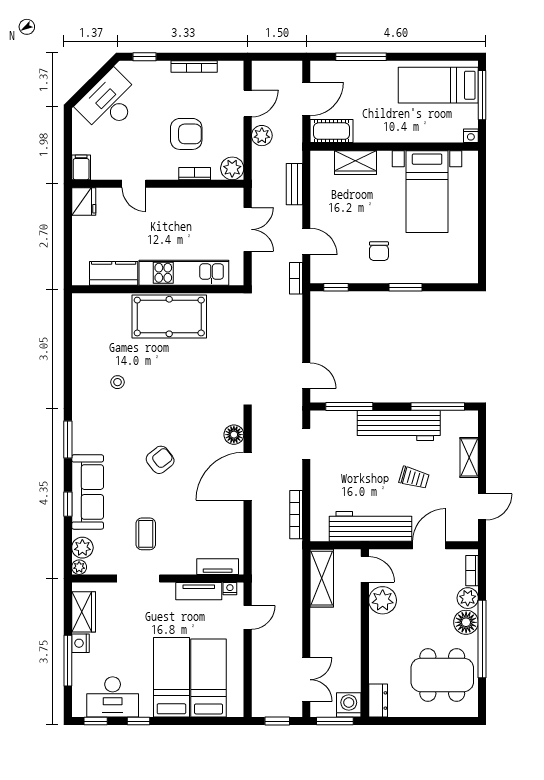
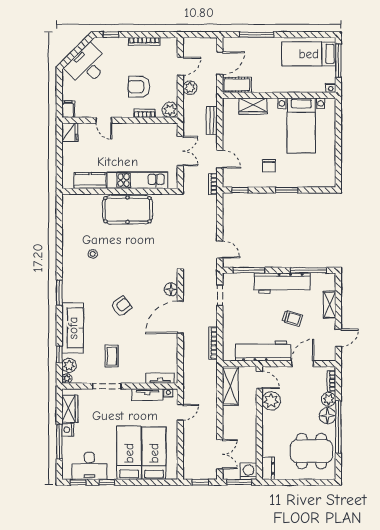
armchair: (186, 134) -> (139, 87), turned 180
window: (68, 504) -> (59, 354), moved

